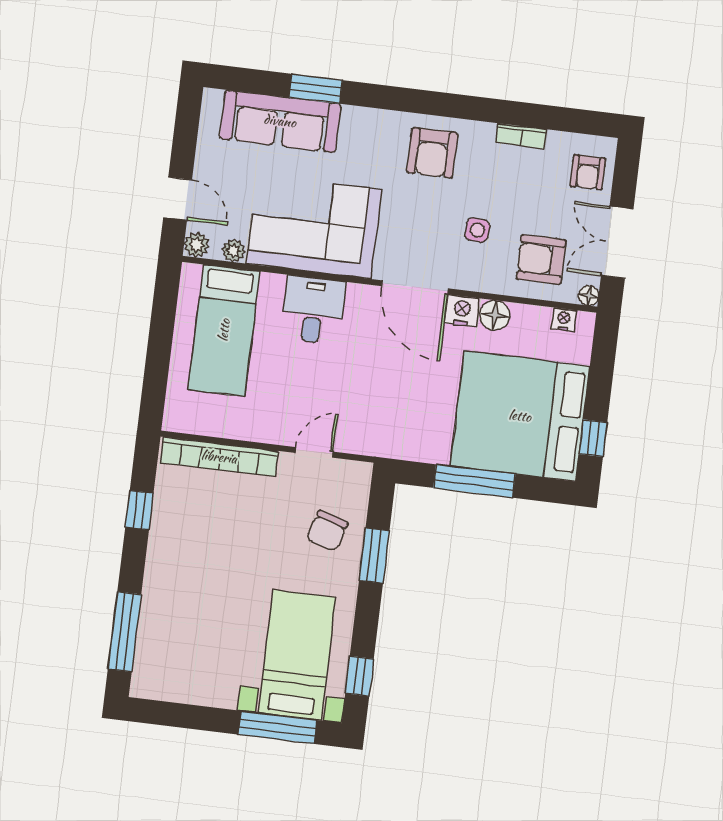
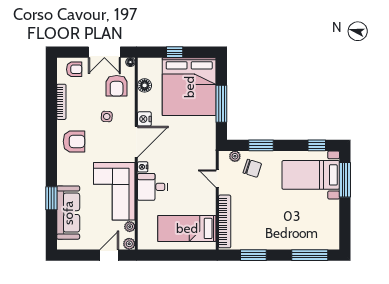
bookcase: (521, 136) -> (61, 102), width x1.56
floor lamp: (495, 315) -> (145, 85), moved
nightstand: (564, 320) -> (143, 167), moved
bed: (224, 330) -> (187, 228), moved, turned 180
window: (593, 438) -> (175, 52), moved
plant: (358, 496) -> (235, 156), added
window: (139, 510) -> (253, 255), width x1.50

